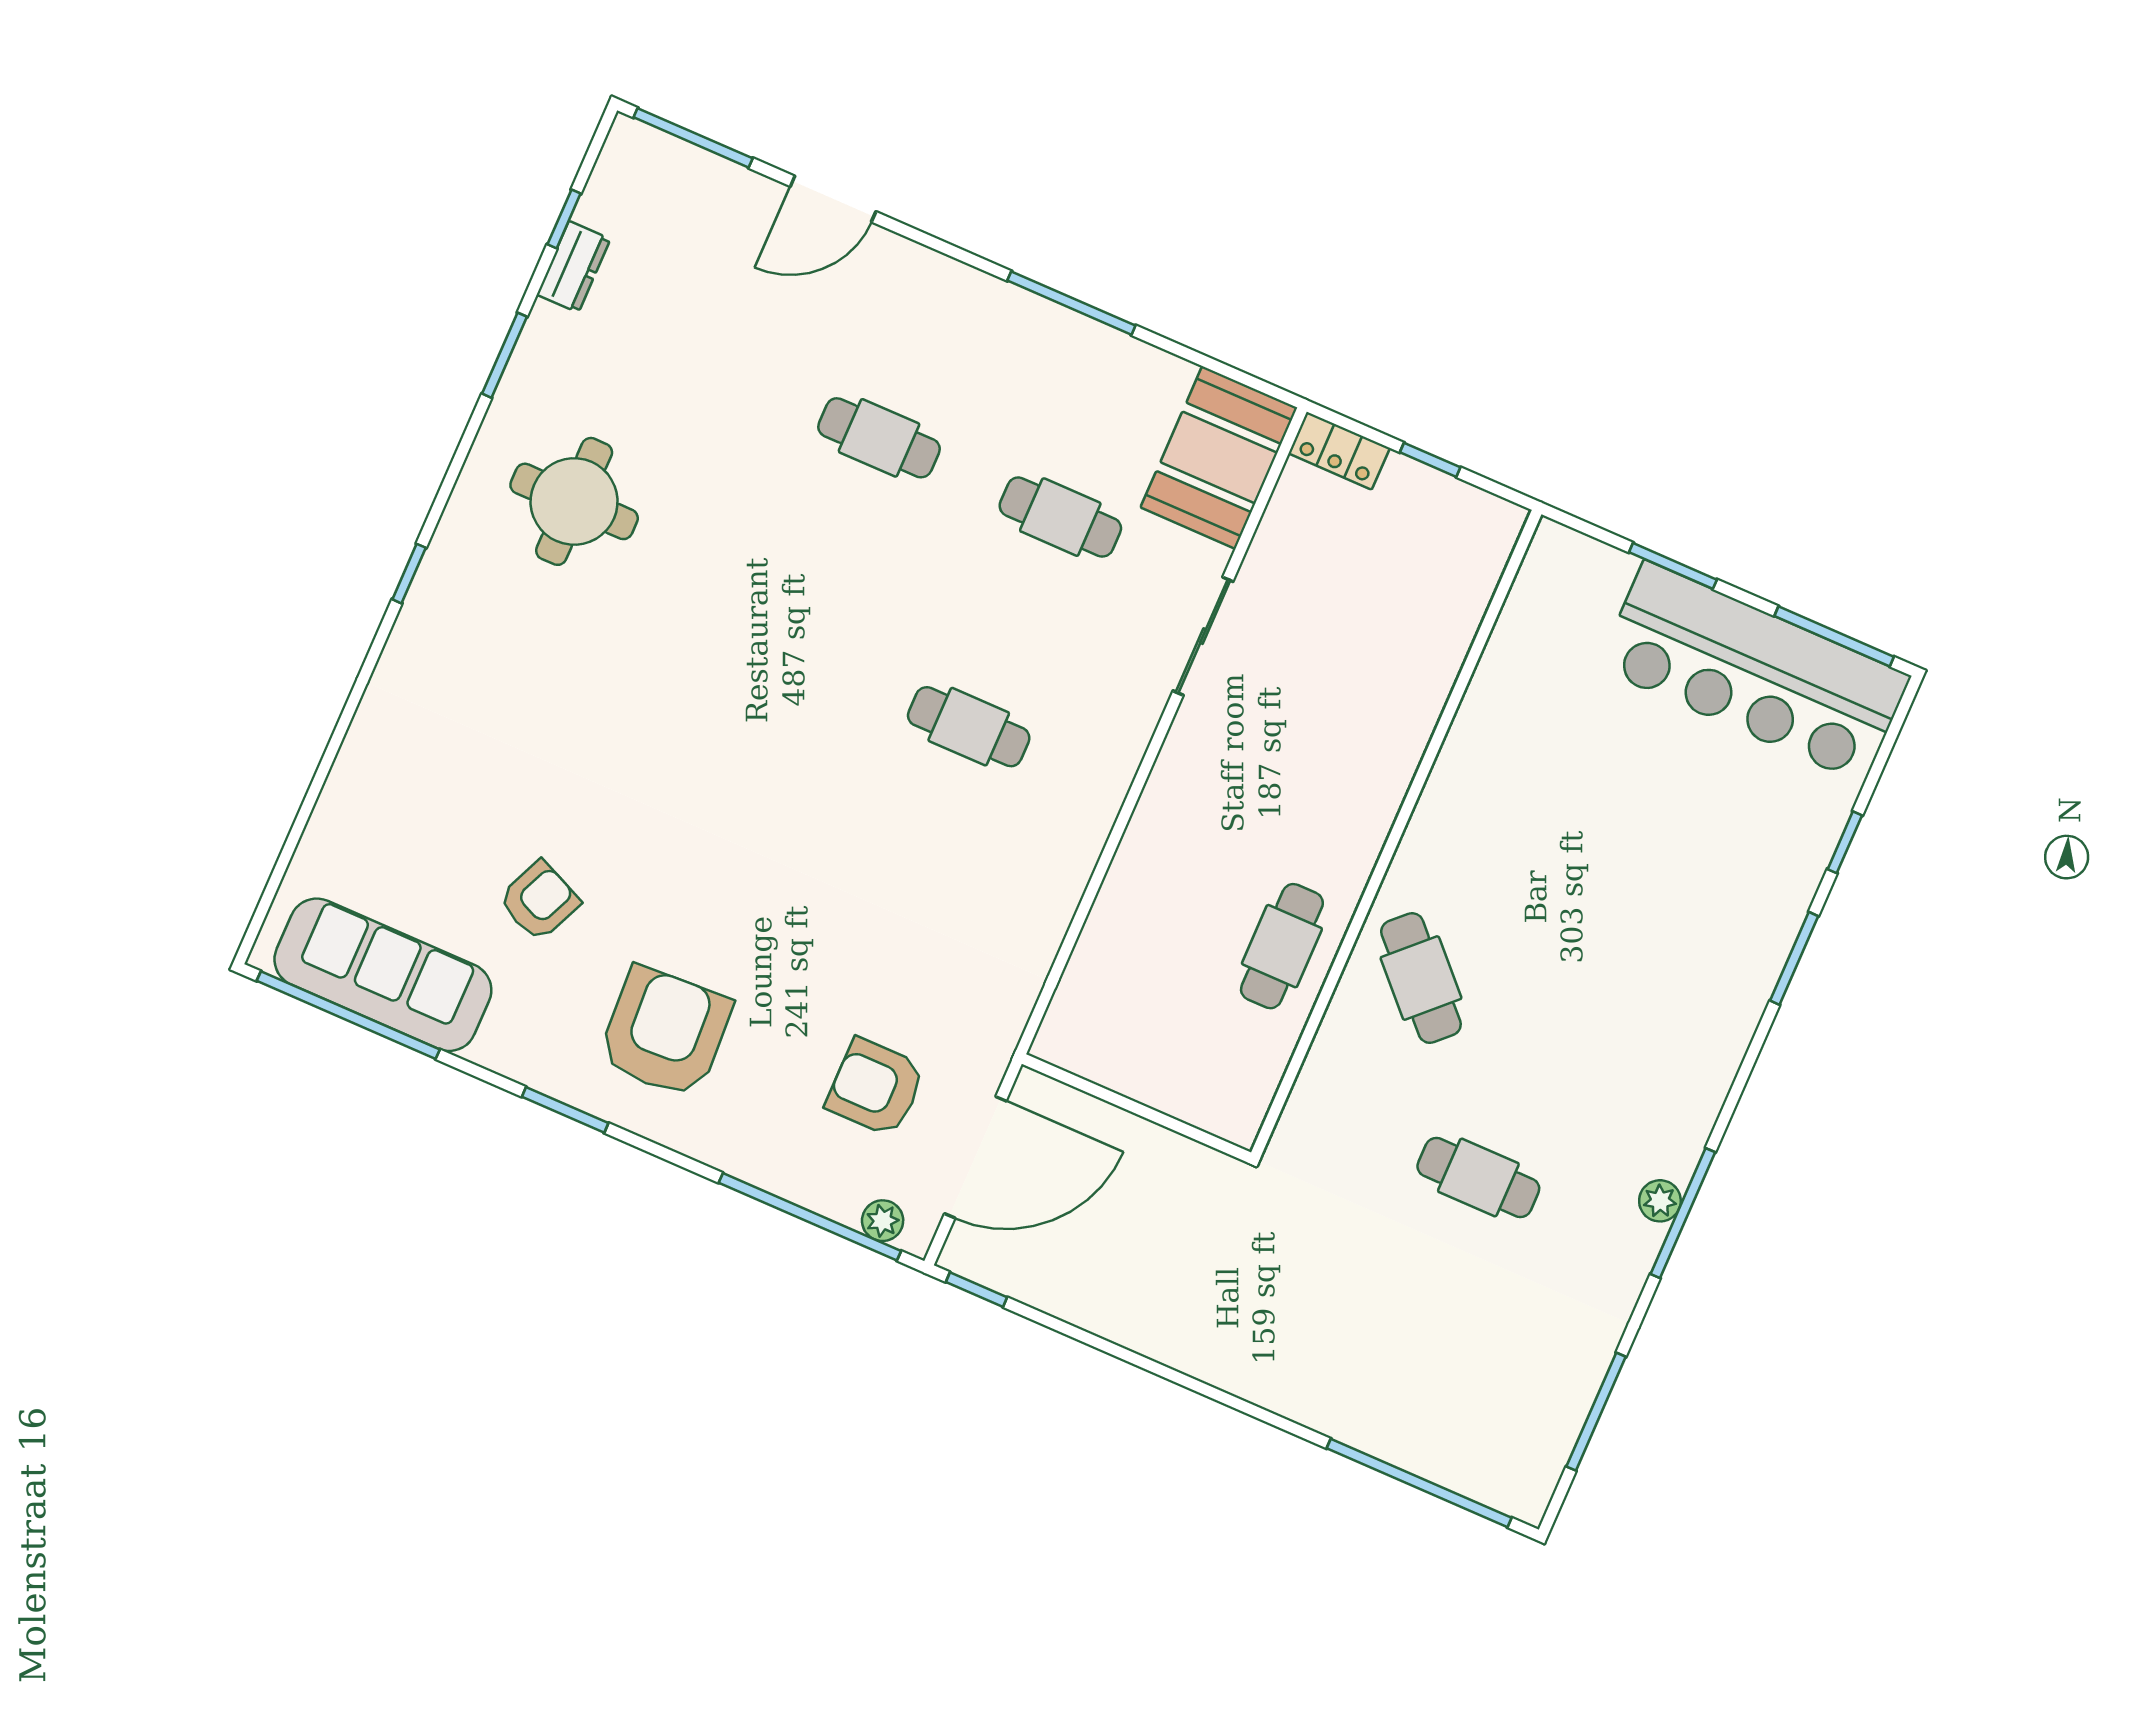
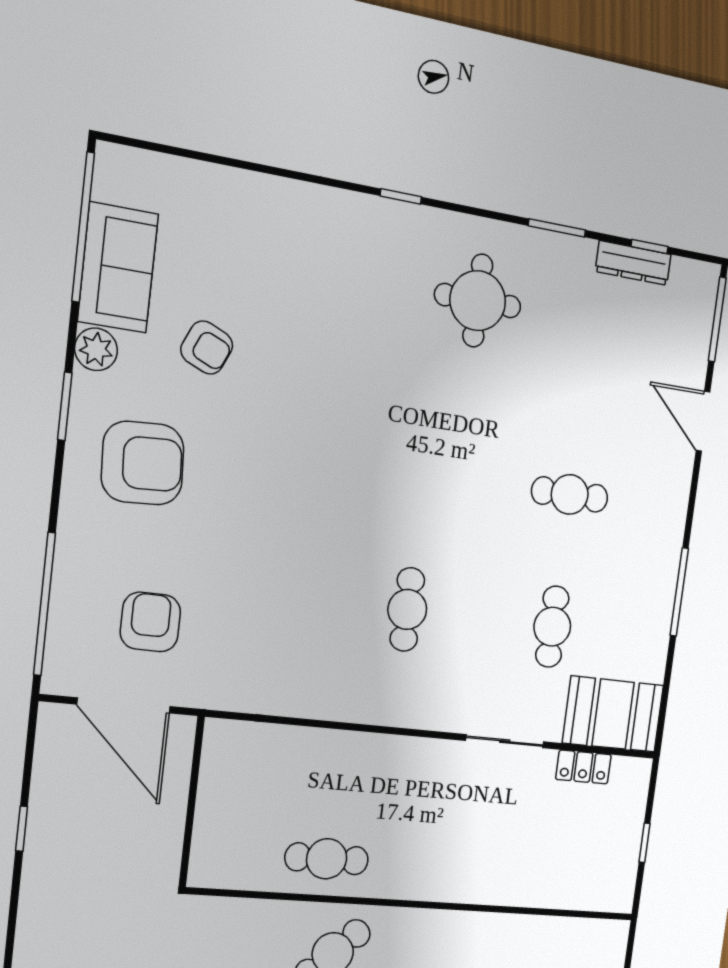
dresser: (574, 267) -> (633, 263), width x1.44
cafe table: (879, 438) -> (570, 494), turned 90
locker: (1339, 451) -> (583, 767), moved, turned -90
sofa: (383, 975) -> (118, 268), width x0.73
plant: (883, 1221) -> (96, 349), moved, width x1.38, depth x1.38
window: (976, 1290) -> (22, 829), moved

